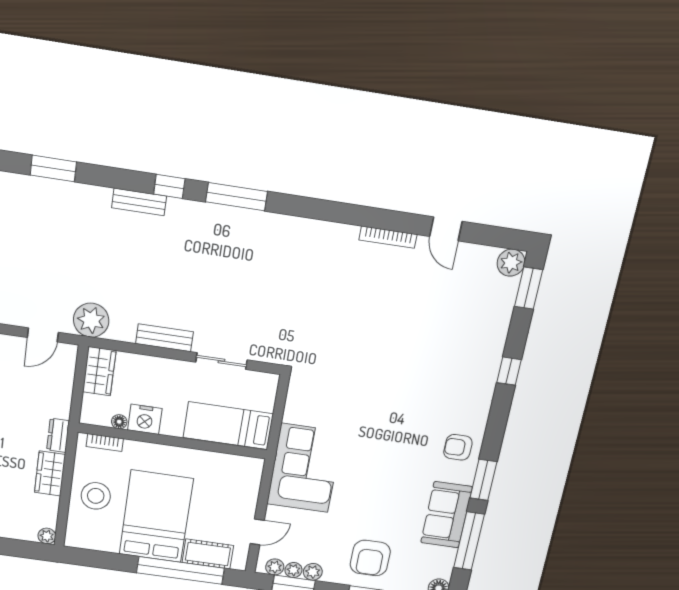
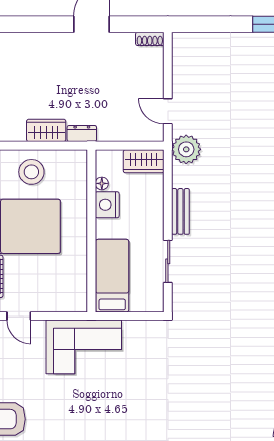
bookcase: (105, 442) -> (81, 174), removed

